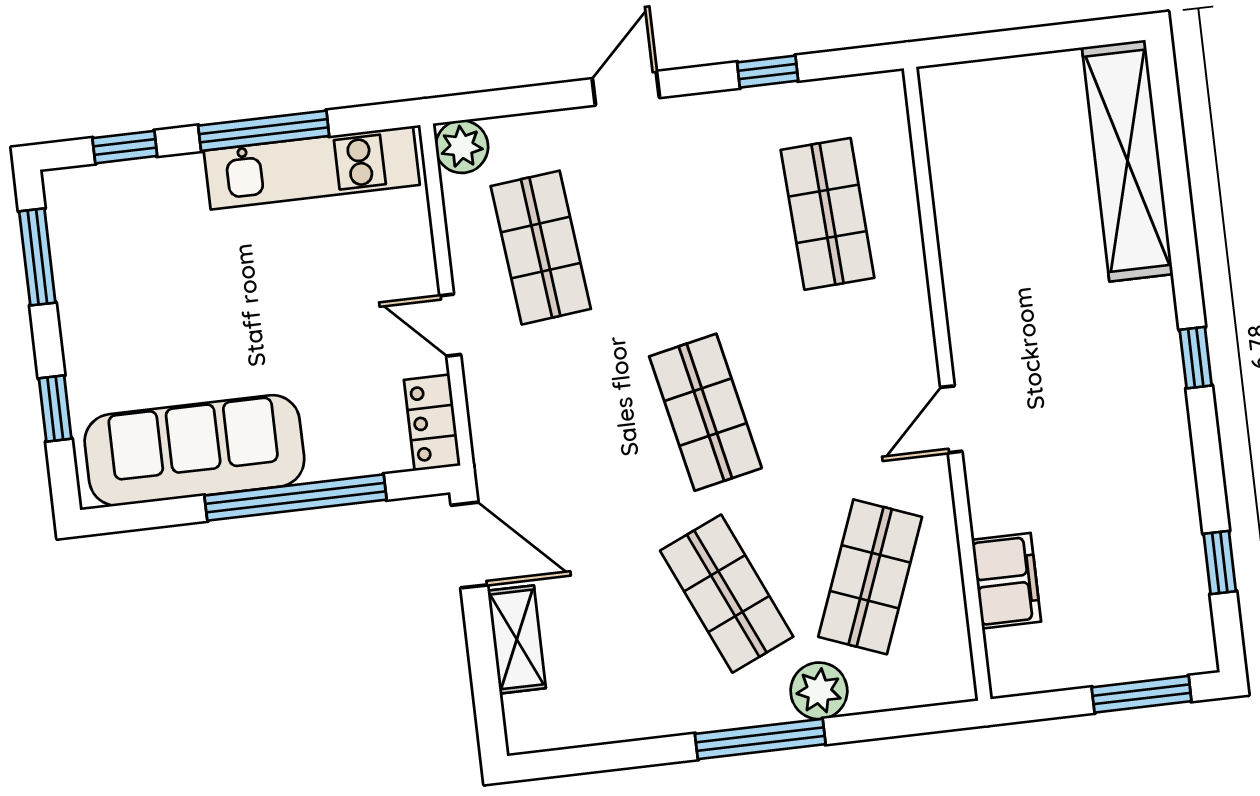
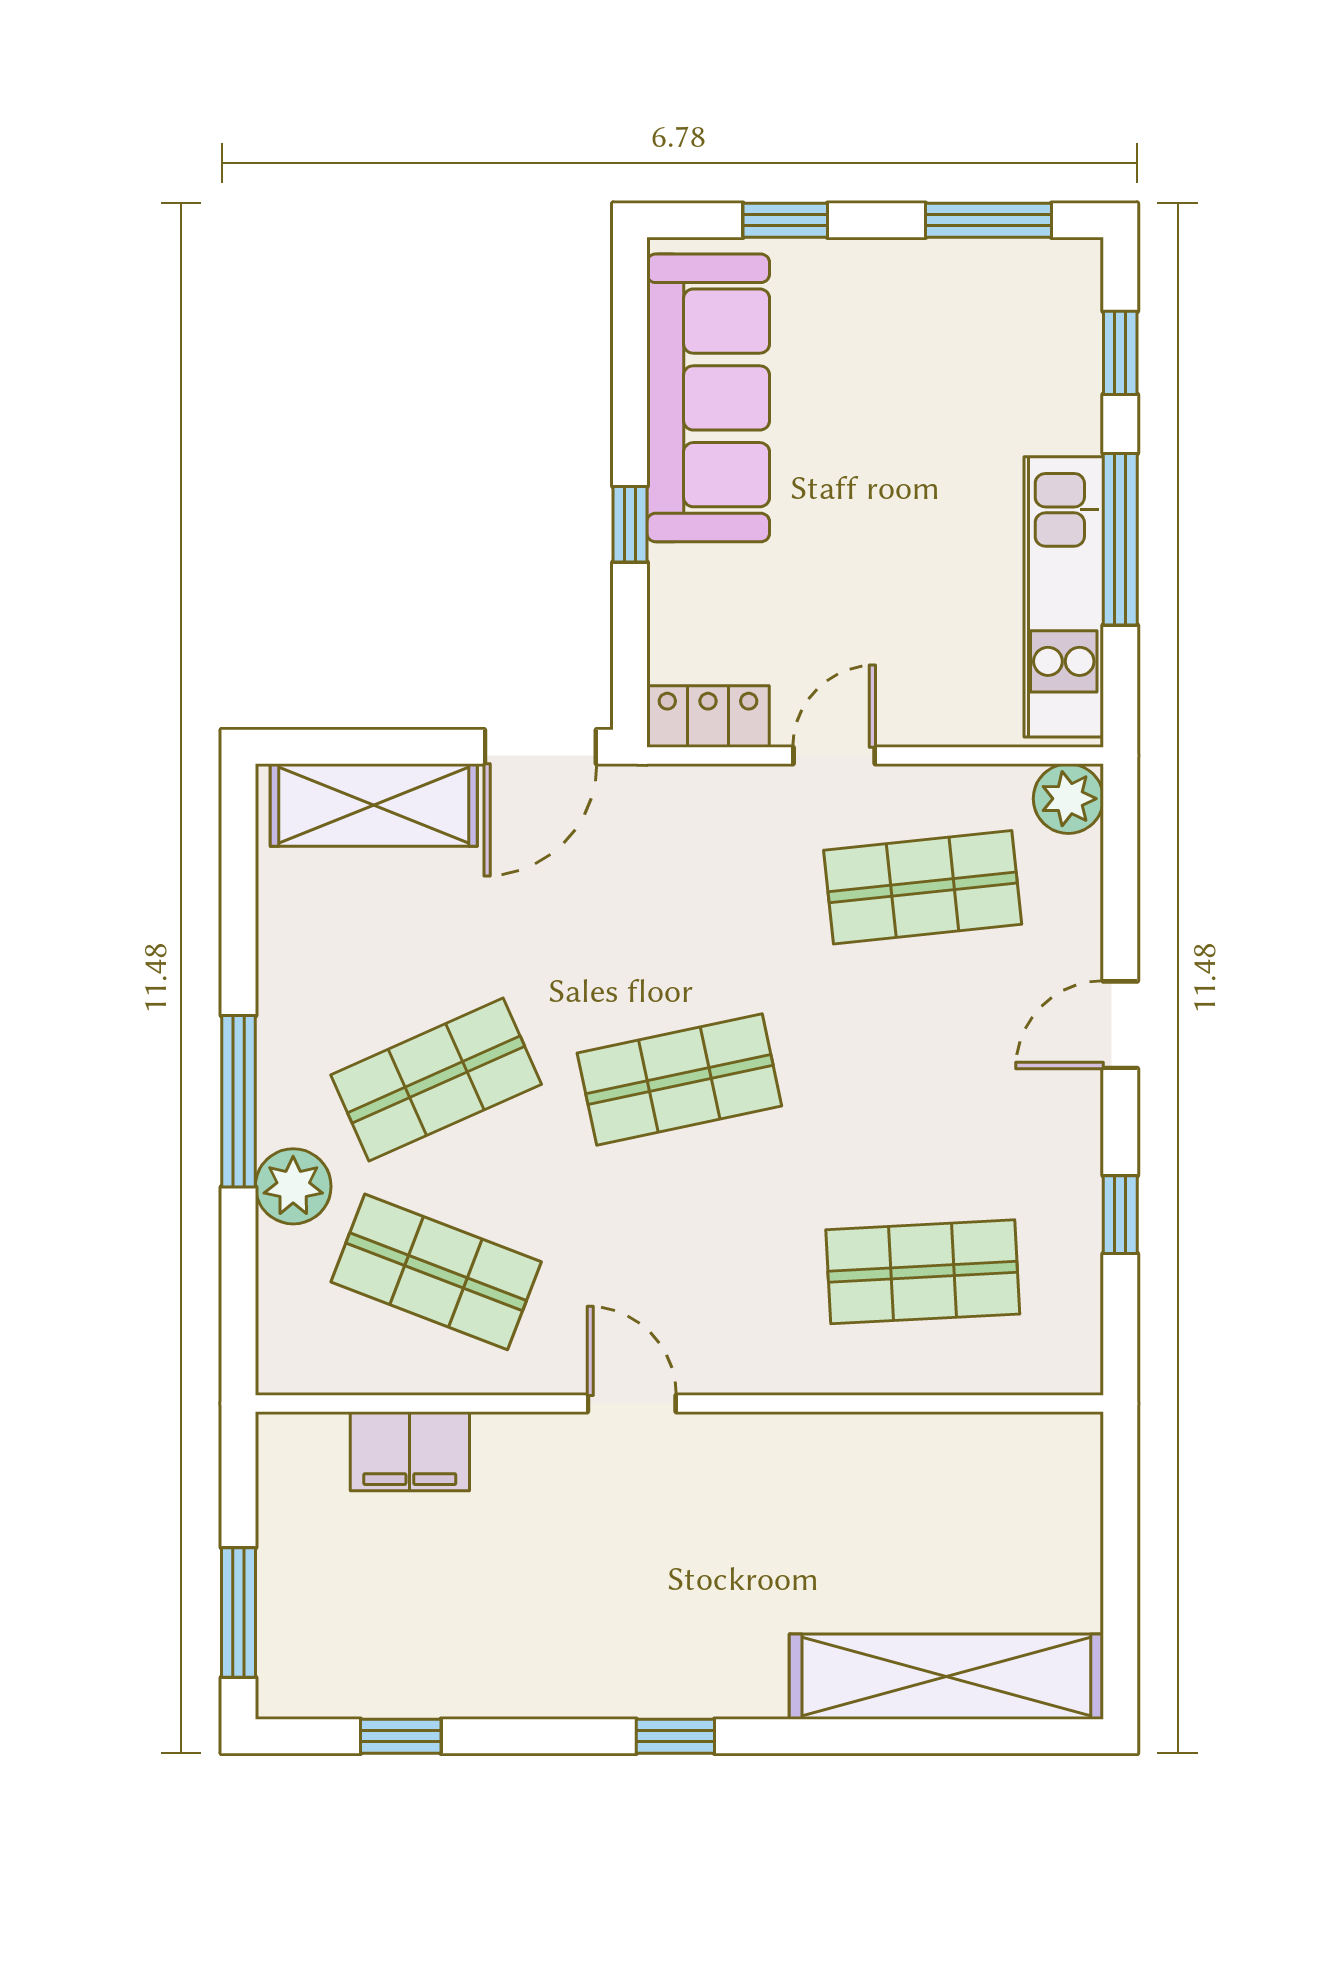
door: (626, 88) -> (1120, 1025), swing flipped
window: (296, 498) -> (630, 524), width x0.32
shelving: (517, 639) -> (374, 805), width x1.50, depth x1.33

